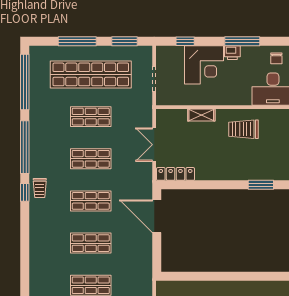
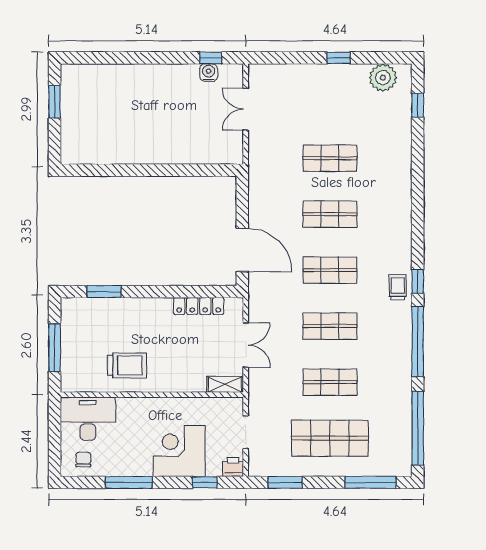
window: (77, 41) -> (371, 482), moved
printer: (232, 53) -> (233, 467), moved
shop shelf: (91, 74) -> (330, 438), width x0.71
shelving: (201, 115) -> (225, 384), moved
locker: (176, 174) -> (199, 306), moved

